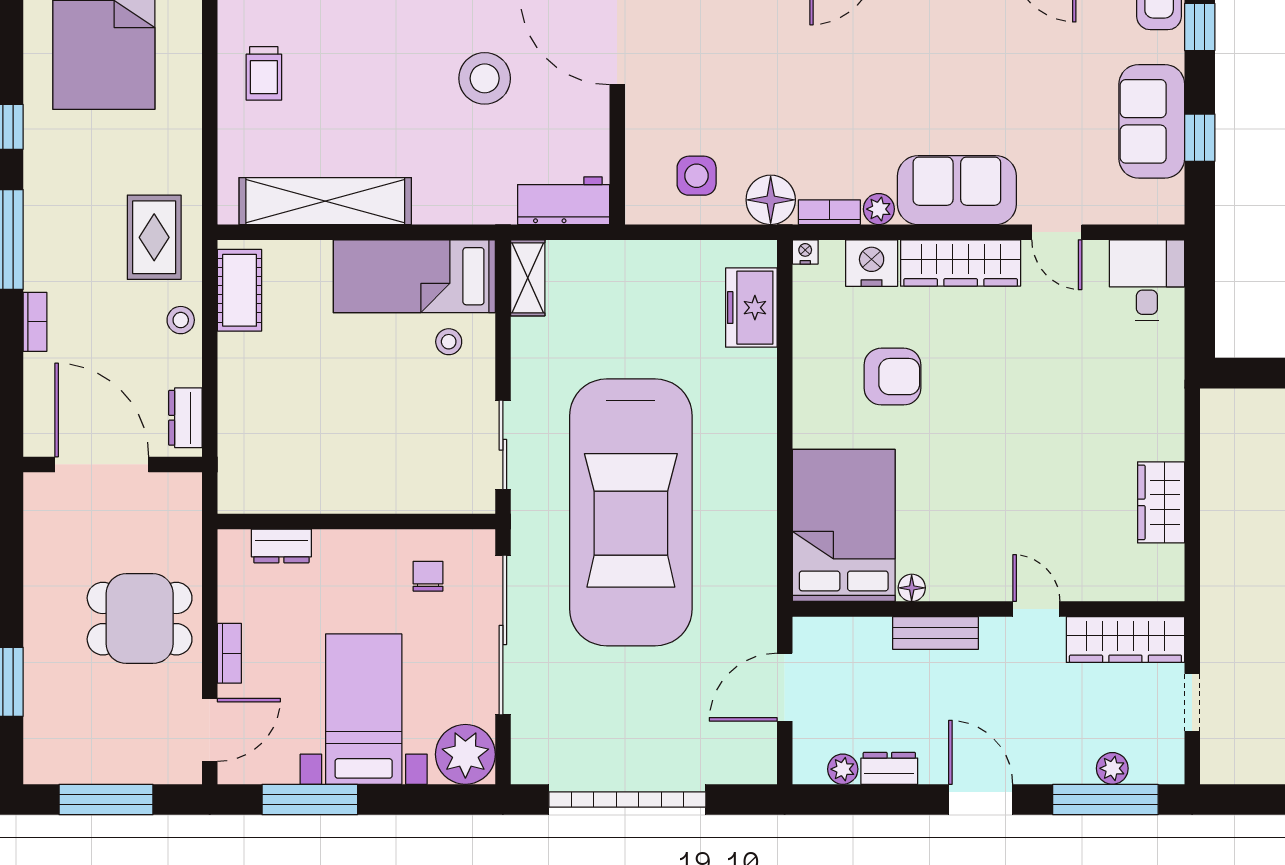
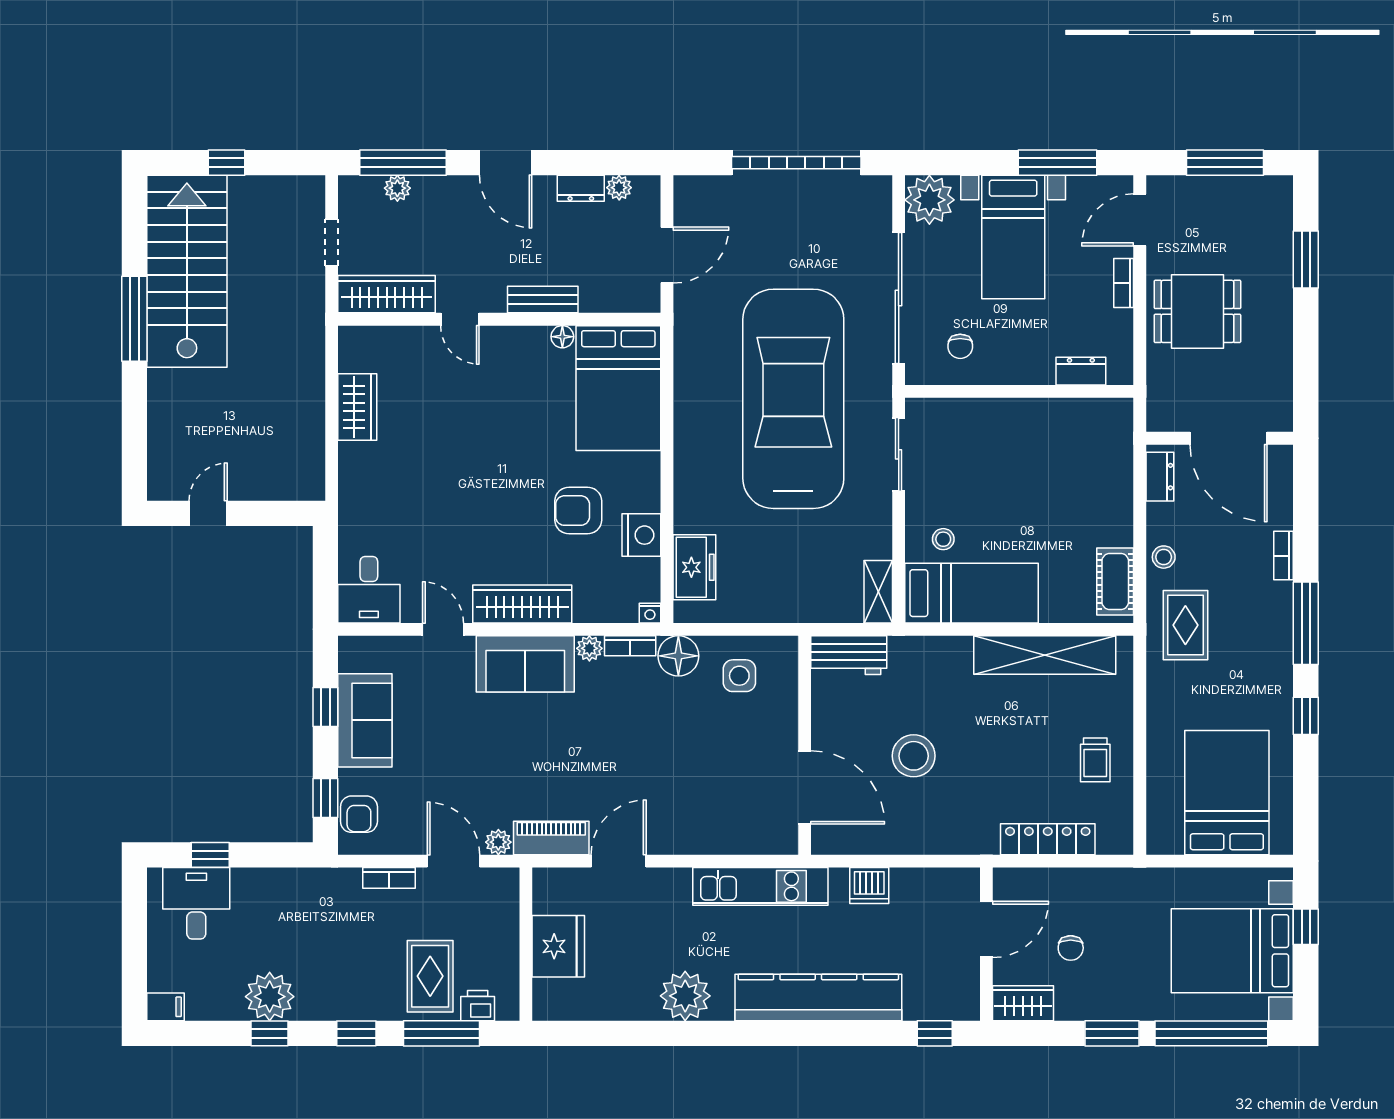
trolley: (264, 73) -> (1095, 760), turned 180
nightstand: (872, 263) -> (641, 535), moved, turned -90

